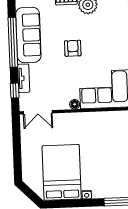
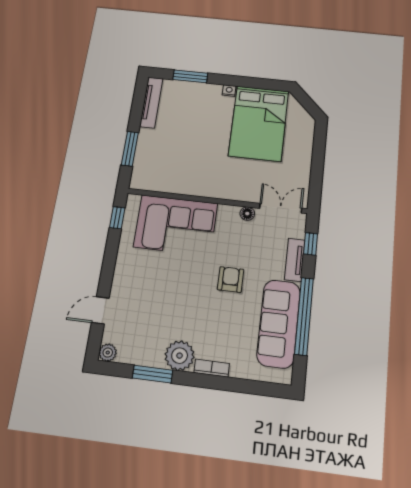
armchair: (73, 48) -> (231, 279), moved, turned 180
floor lamp: (75, 104) -> (247, 214), moved

